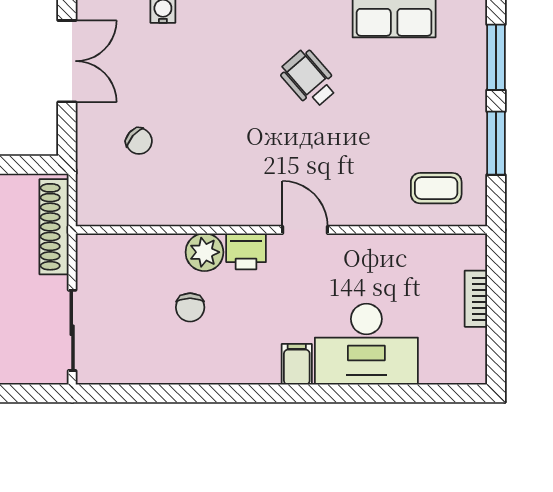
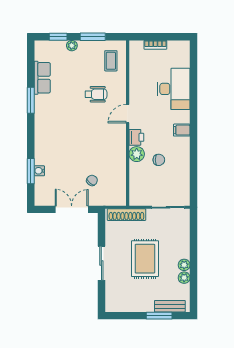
window: (496, 57) -> (58, 37), width x0.67
double door: (67, 61) -> (72, 209), moved
wheelchair: (309, 79) -> (96, 94), moved, turned -139
plant: (474, 91) -> (72, 46), added
filing cabinet: (297, 364) -> (182, 130), moved

